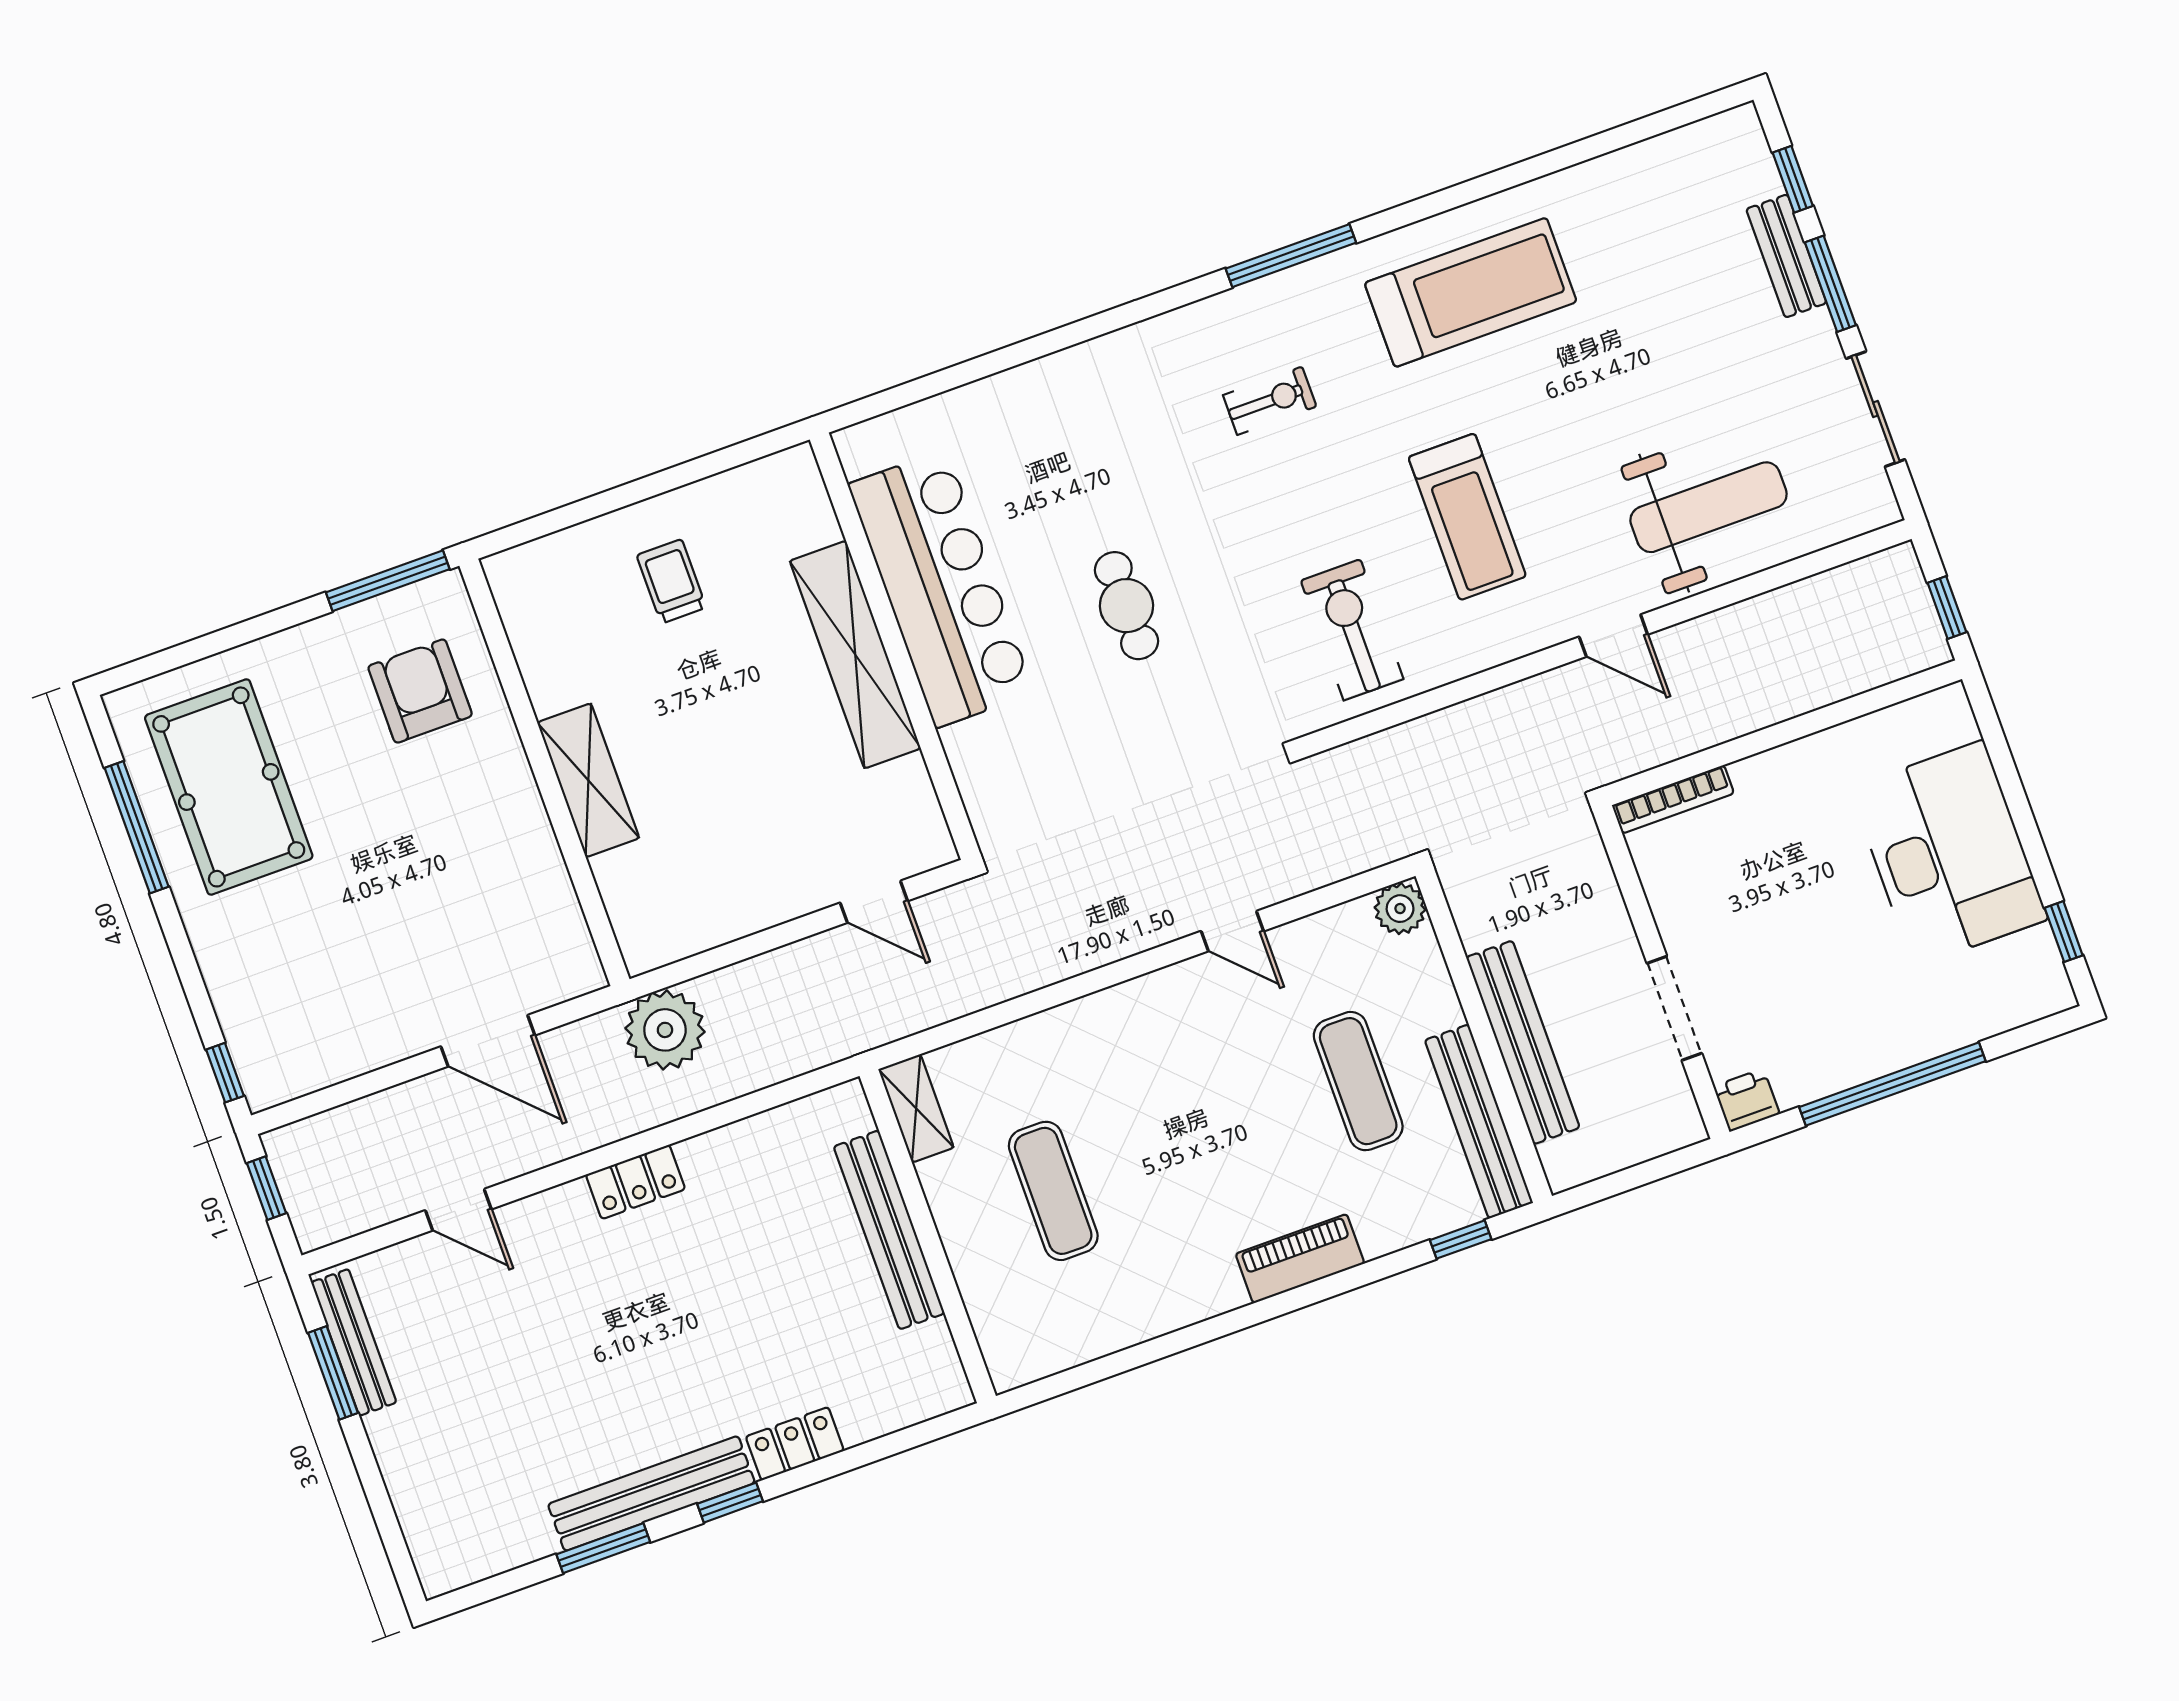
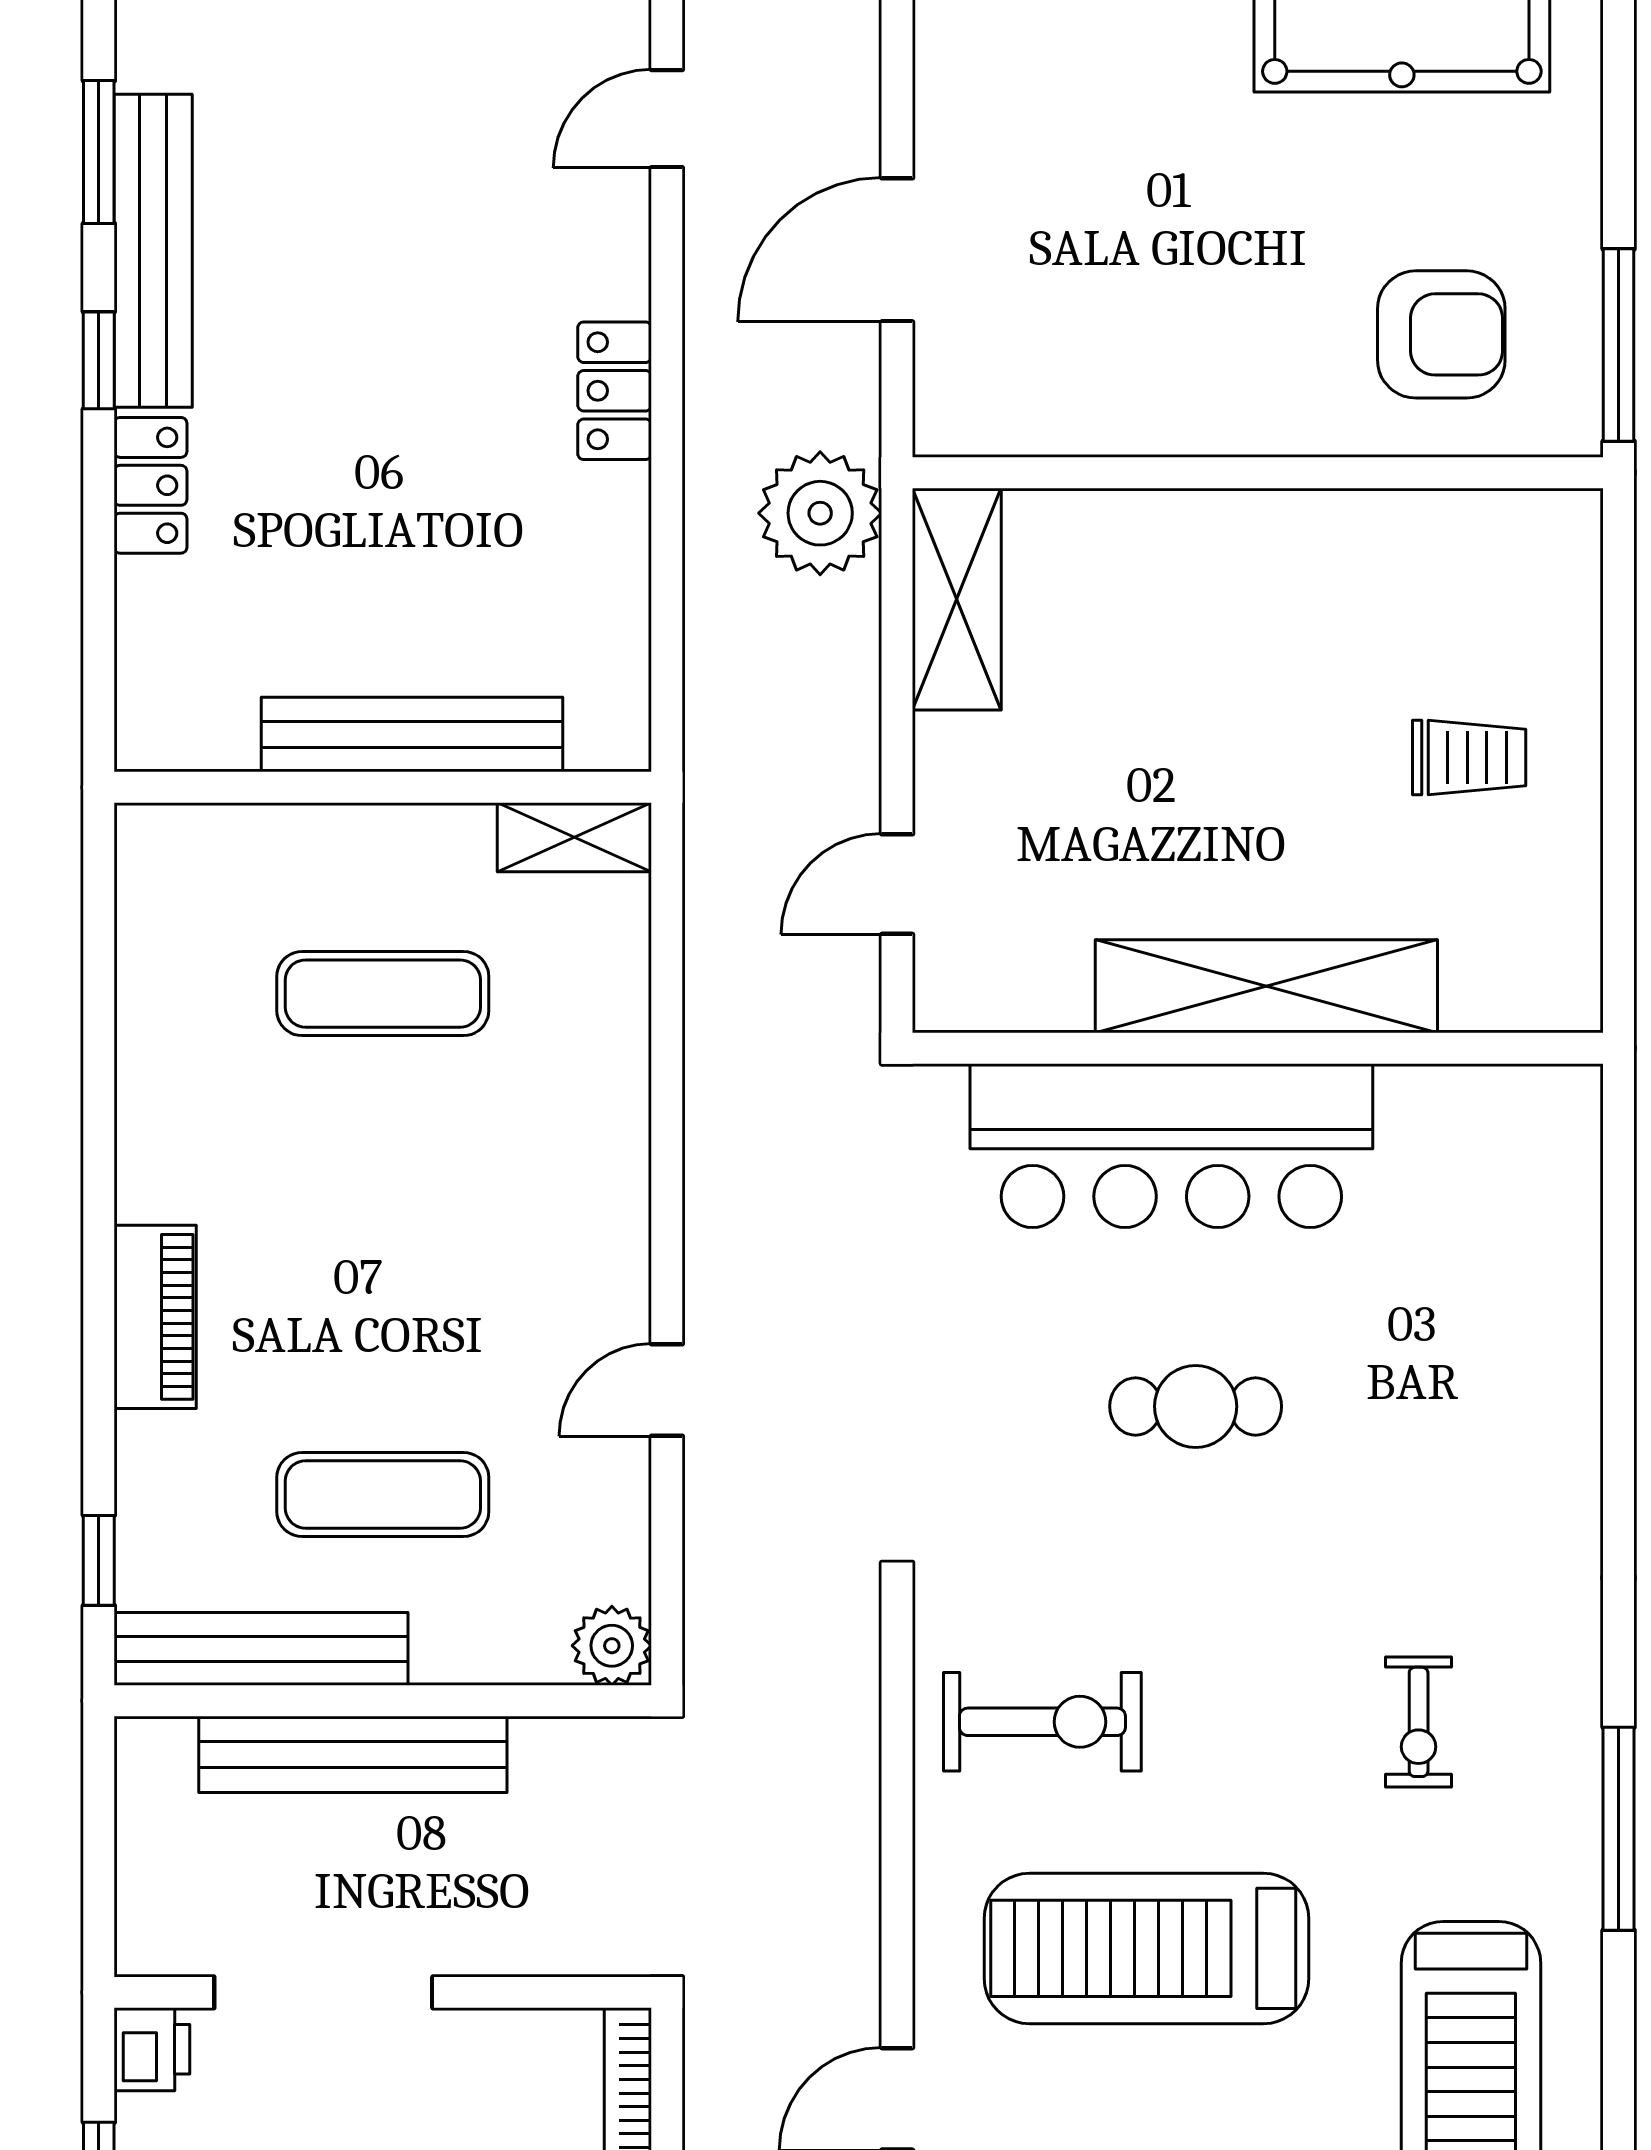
treadmill: (1467, 517) -> (1146, 1948), width x1.37, depth x1.38
bar counter: (941, 589) -> (1171, 1146), moved
shelving: (588, 780) -> (957, 599), moved, turned 90
doorway: (1674, 1008) -> (323, 1992), width x1.36

